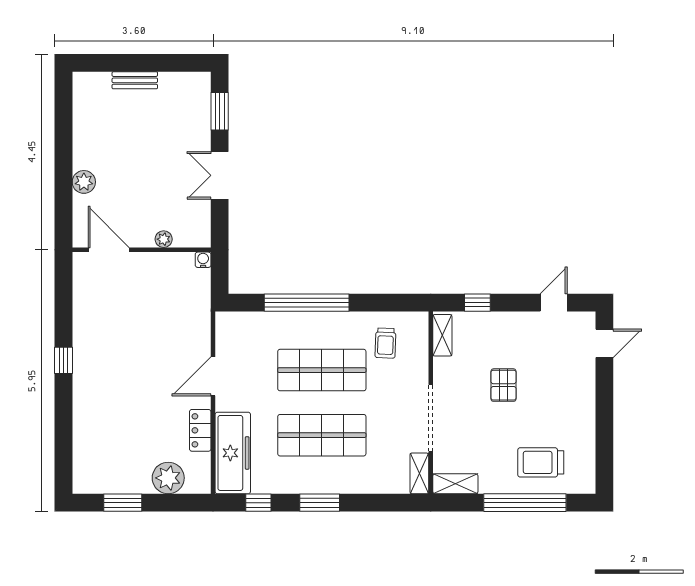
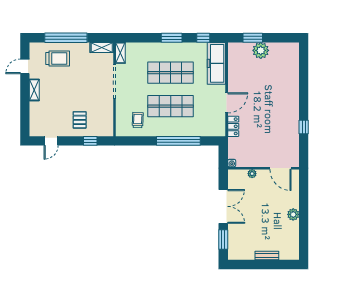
double door: (220, 175) -> (223, 206), width x1.37
plant: (84, 182) -> (293, 214), moved
shelving: (442, 335) -> (34, 90), moved
door: (604, 343) -> (25, 66), moved
window: (63, 360) -> (304, 127), moved
pallet: (503, 385) -> (80, 120), moved
locker: (200, 430) -> (233, 126), moved
plant: (168, 478) -> (261, 50), moved
window: (123, 503) -> (253, 38), moved

